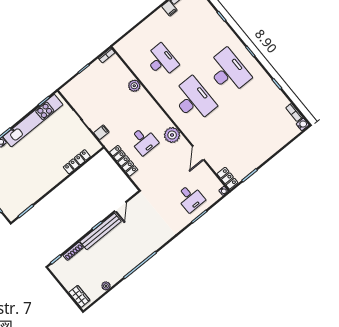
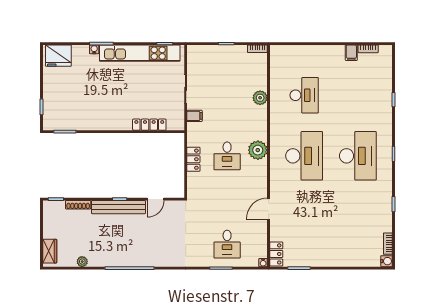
plant: (172, 135) -> (258, 150), moved
locker: (124, 161) -> (193, 159), width x0.66

